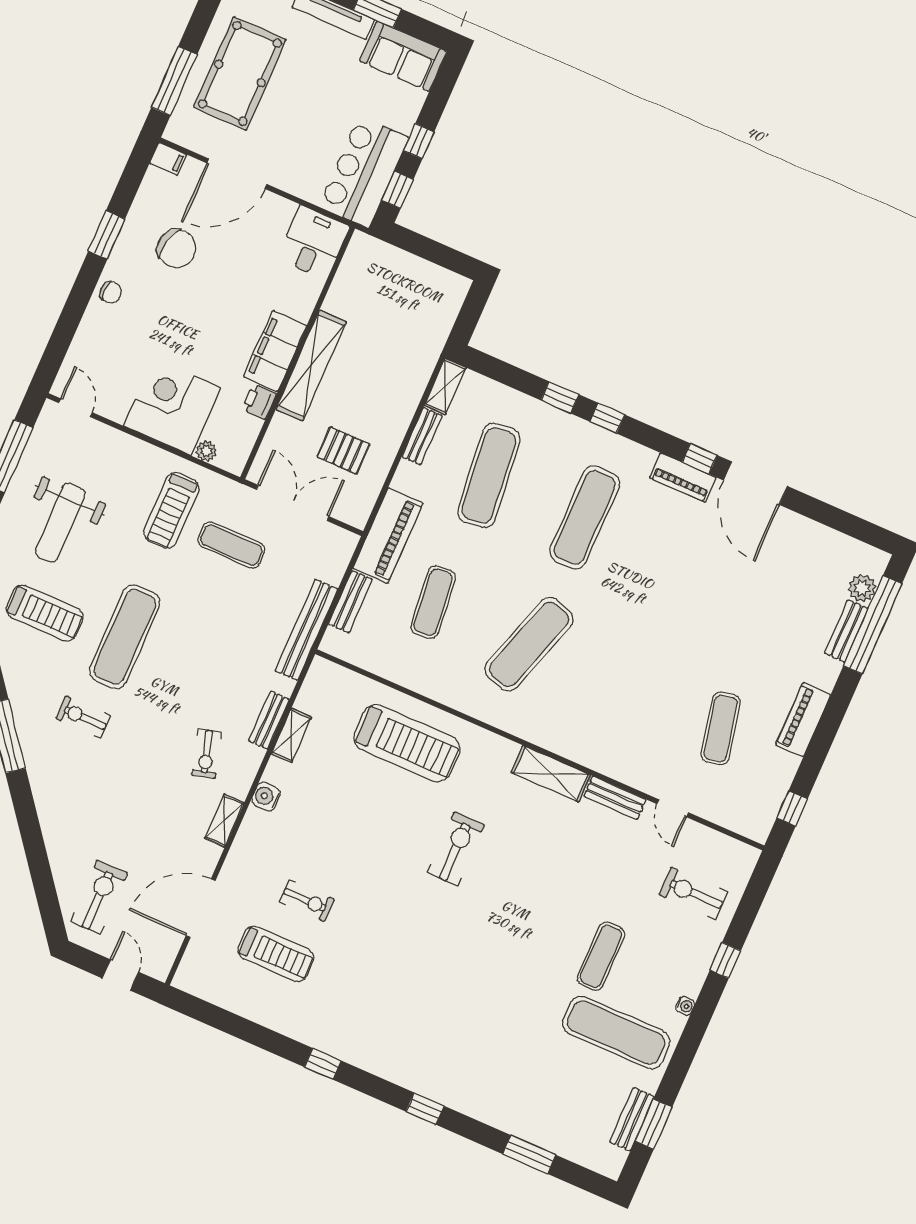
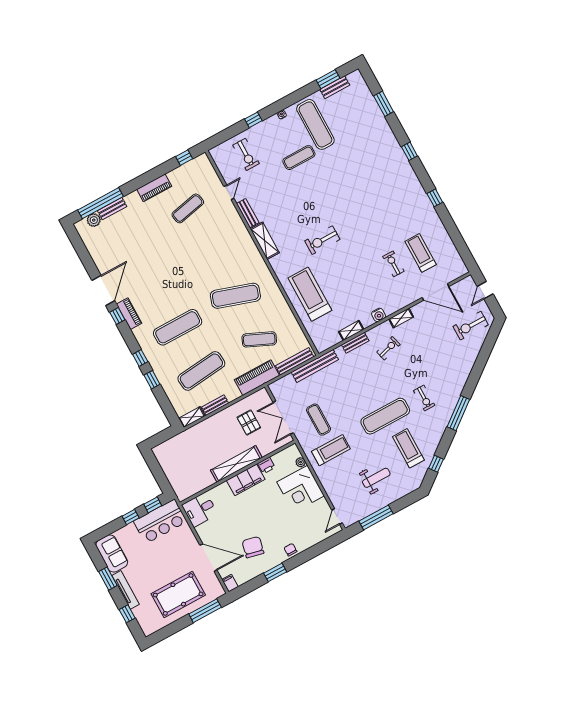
weight bench: (60, 523) -> (376, 478), width x0.73, depth x0.75
bench: (350, 602) -> (295, 361), width x1.36
exercise mat: (433, 602) -> (259, 339), turned 30

